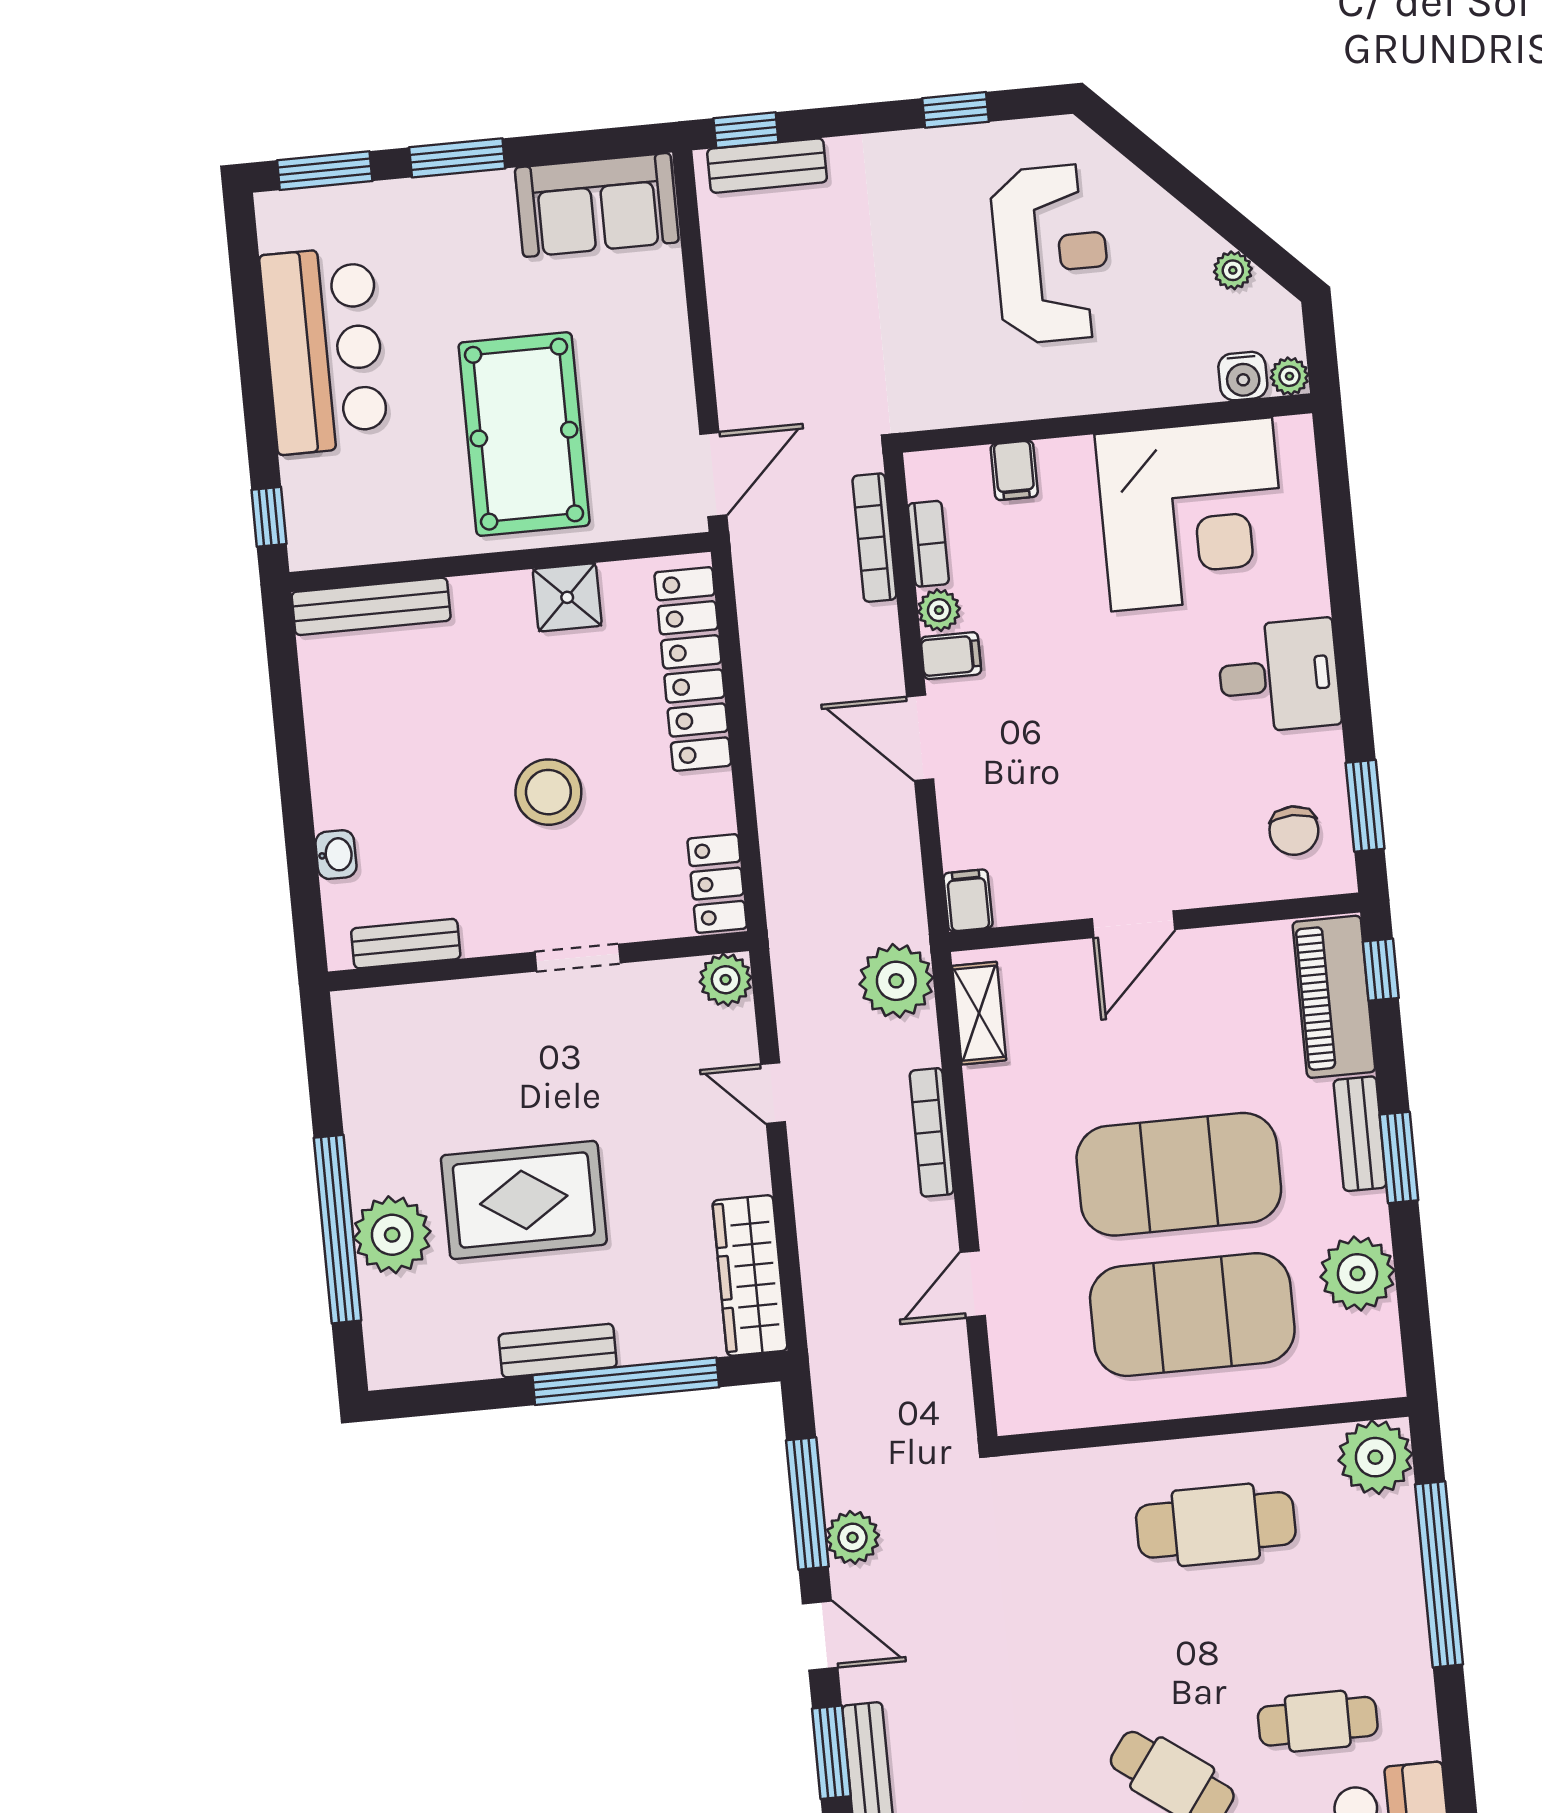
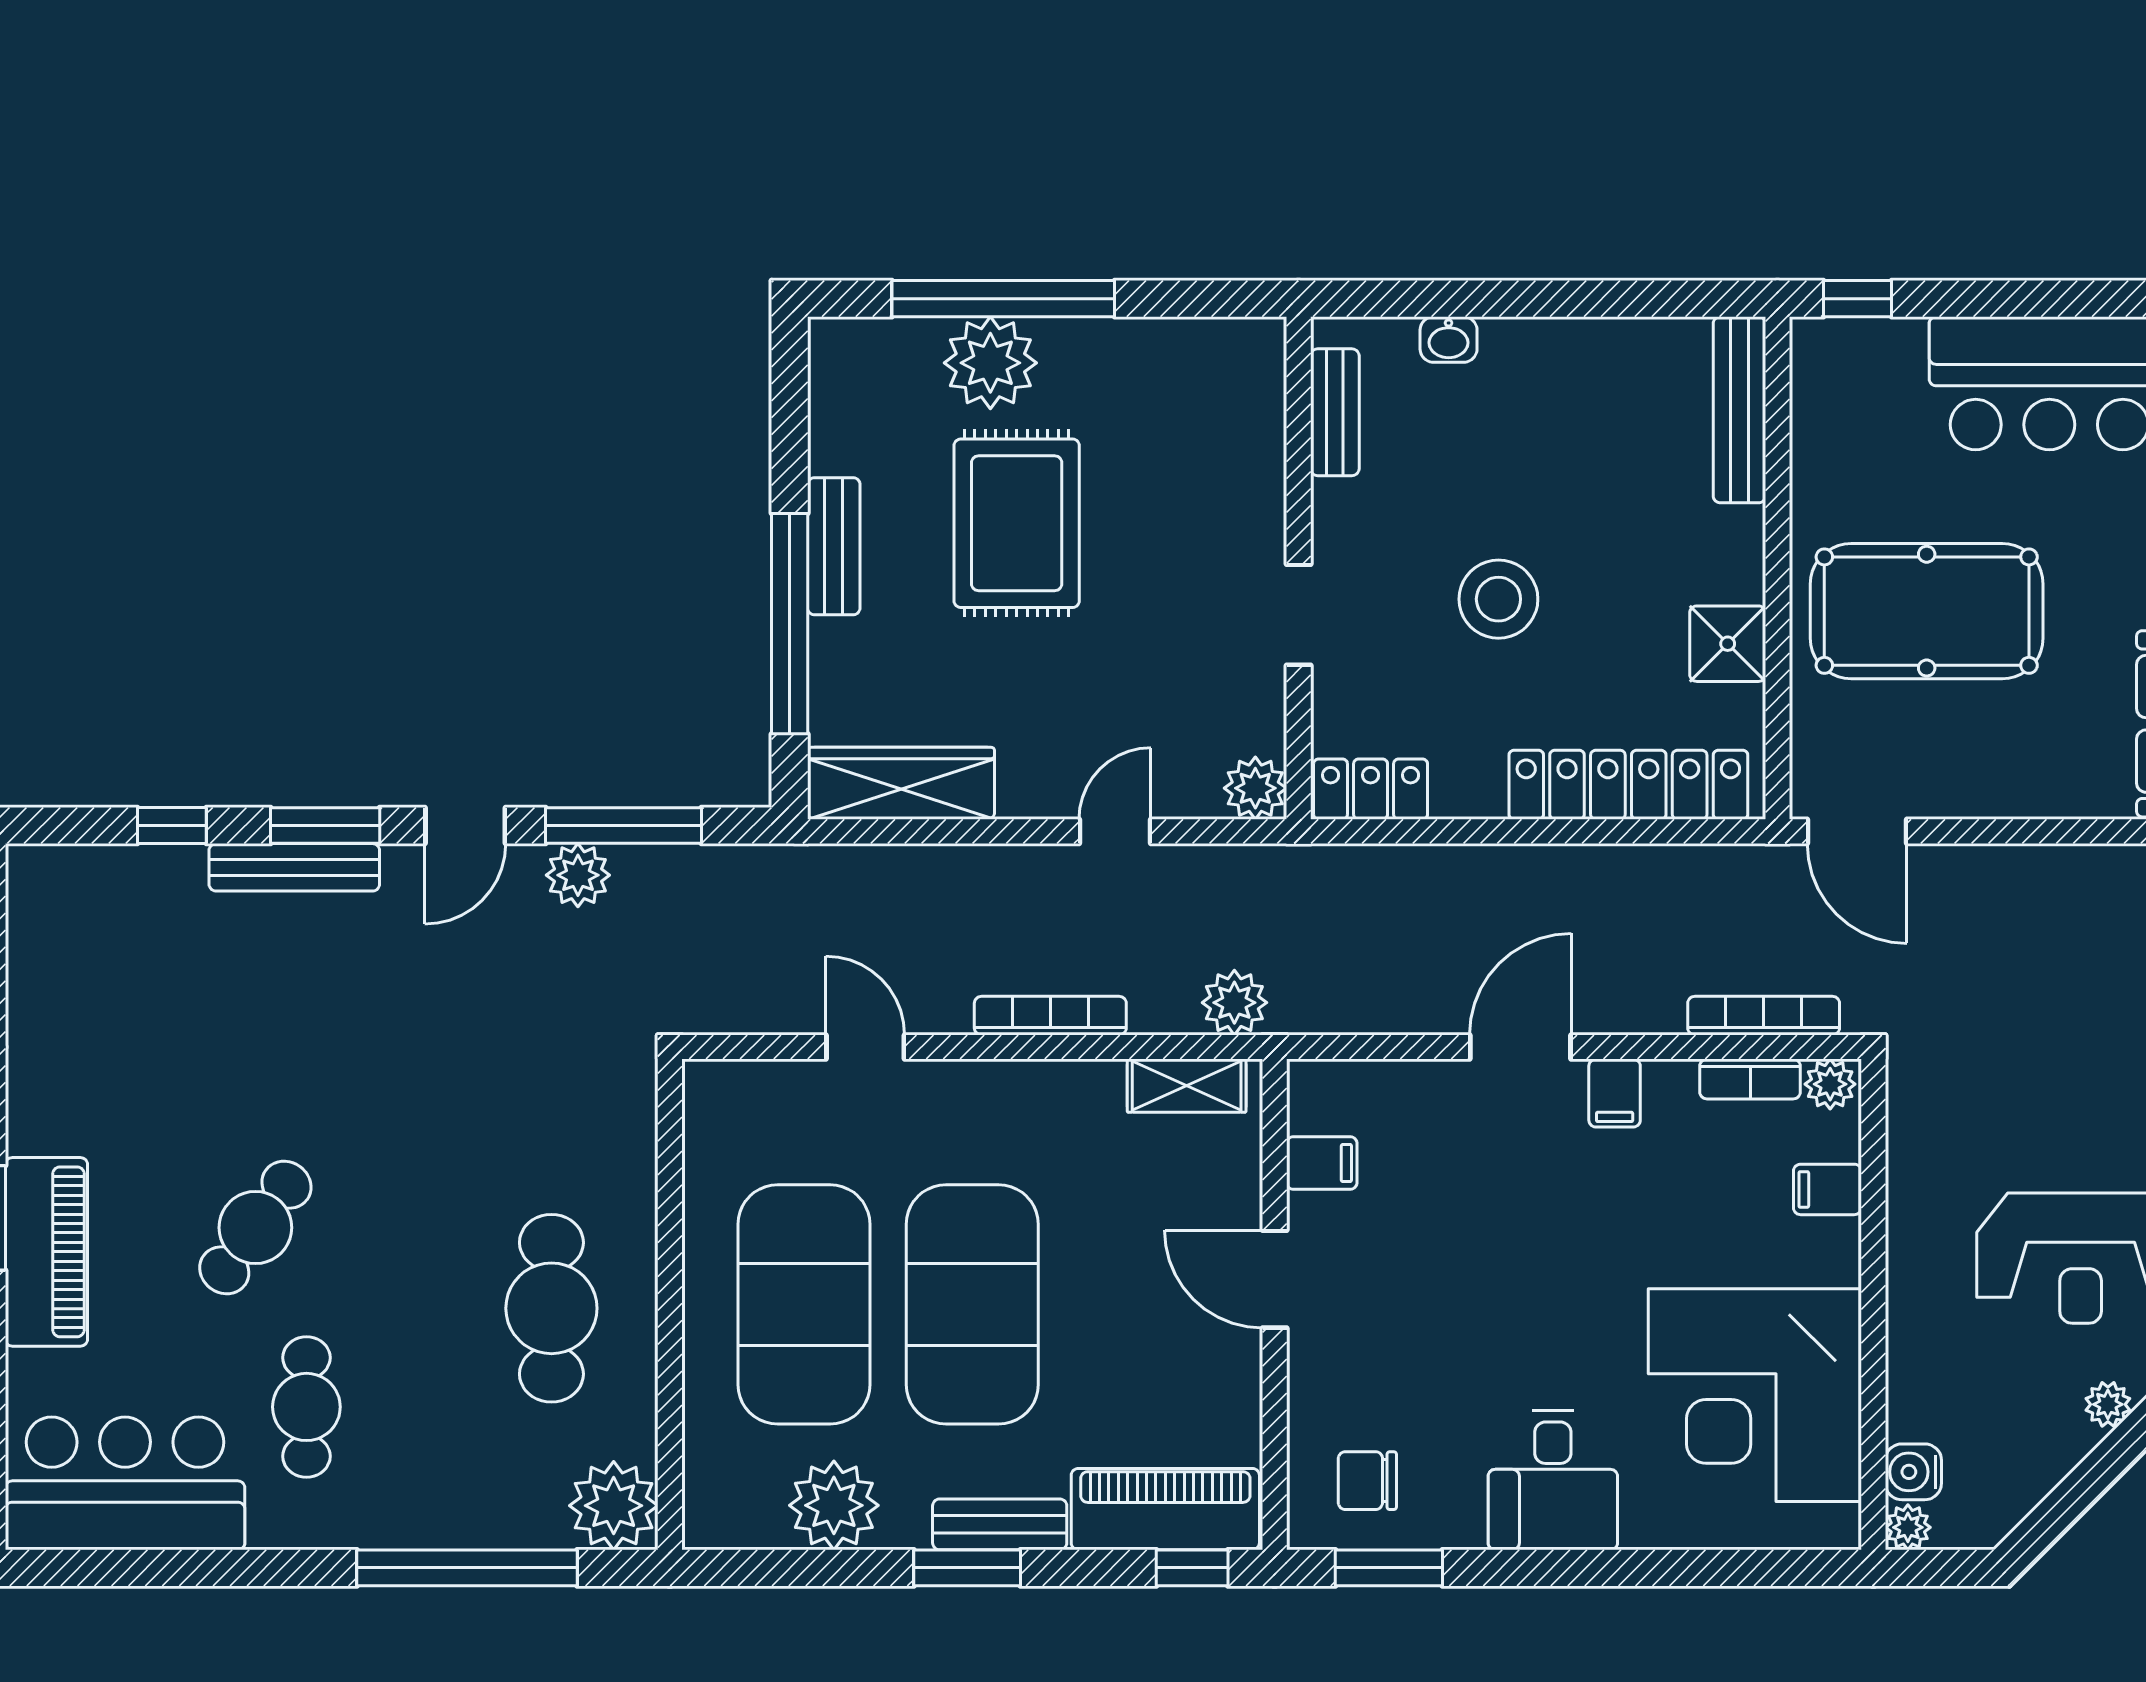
plant: (1233, 270) -> (2108, 1404), moved
plant: (939, 610) -> (1830, 1084), moved
filing cabinet: (968, 900) -> (1322, 1163), moved
plant: (896, 981) -> (1234, 1003), width x0.73, depth x0.73

